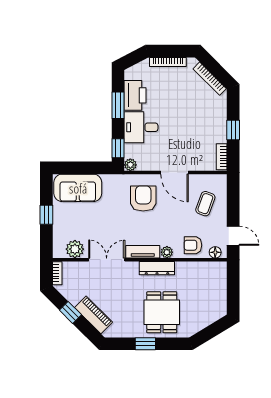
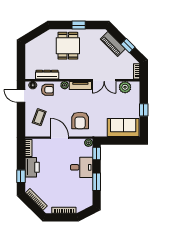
printer: (135, 95) -> (32, 167), moved, turned 180
window: (233, 130) -> (21, 176), moved
dresser: (157, 268) -> (47, 75), moved

